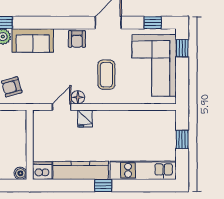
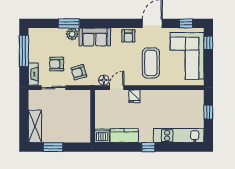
coffee table: (106, 75) -> (151, 63), width x1.36, depth x1.32
floor lamp: (78, 97) -> (104, 80), moved
kitchen counter: (81, 170) -> (124, 136), width x0.67
boiler: (20, 173) -> (85, 138), removed

